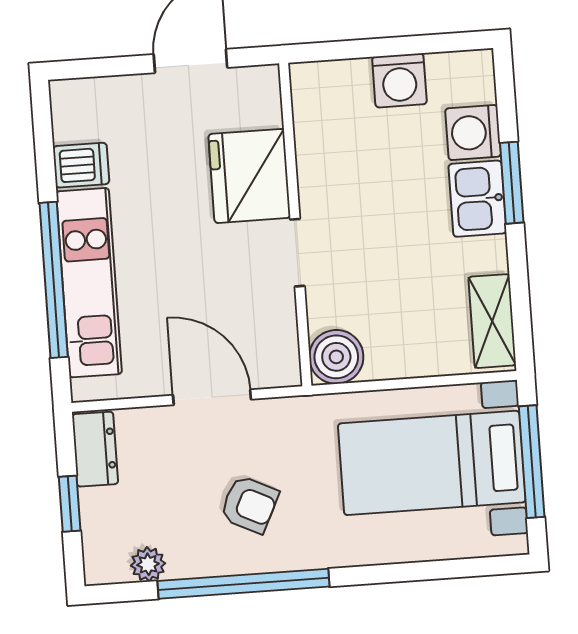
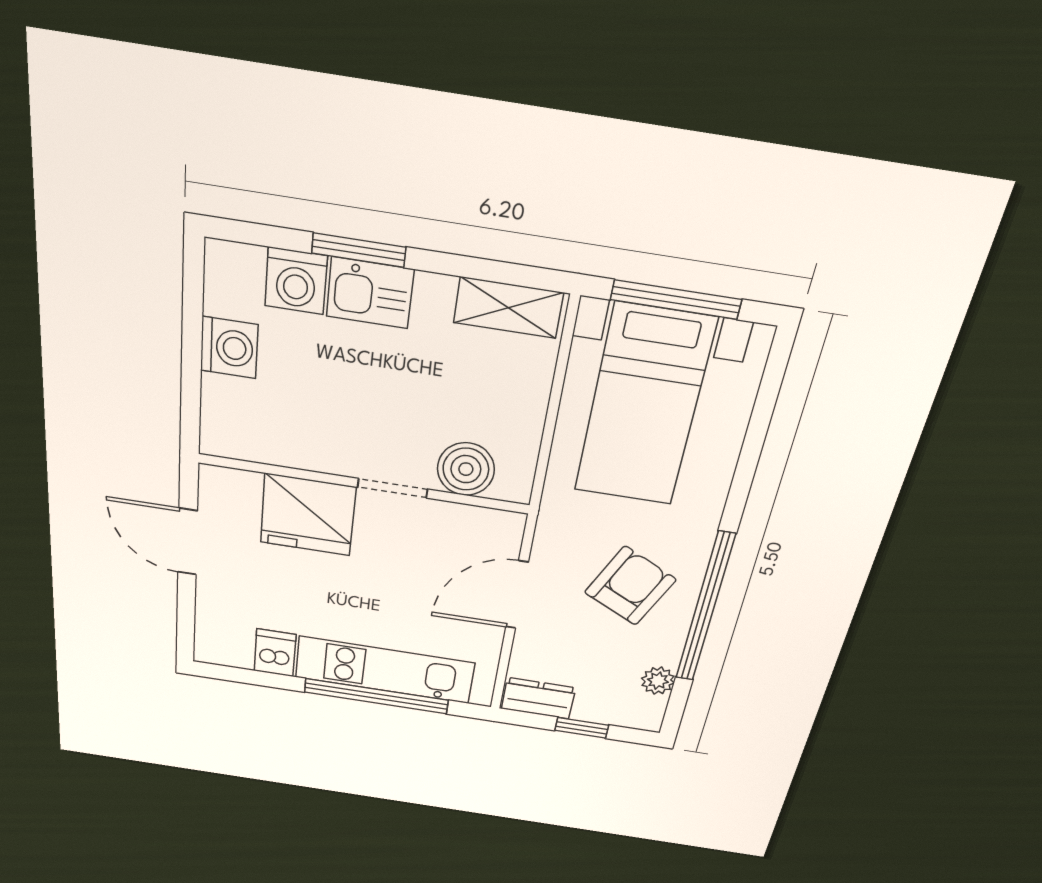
boiler: (336, 357) -> (466, 469), moved
armchair: (249, 504) -> (630, 586), width x1.38, depth x1.38

